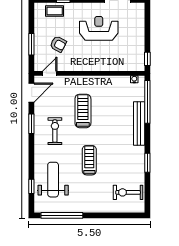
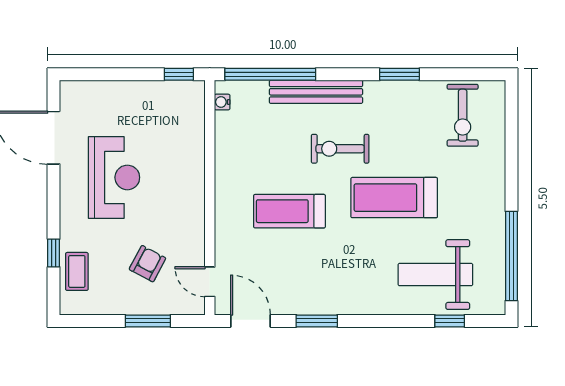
reception desk: (99, 28) -> (114, 177), turned 180
exercise bike: (55, 131) -> (340, 149), moved
treadmill: (89, 160) -> (394, 198), width x1.37, depth x1.38

